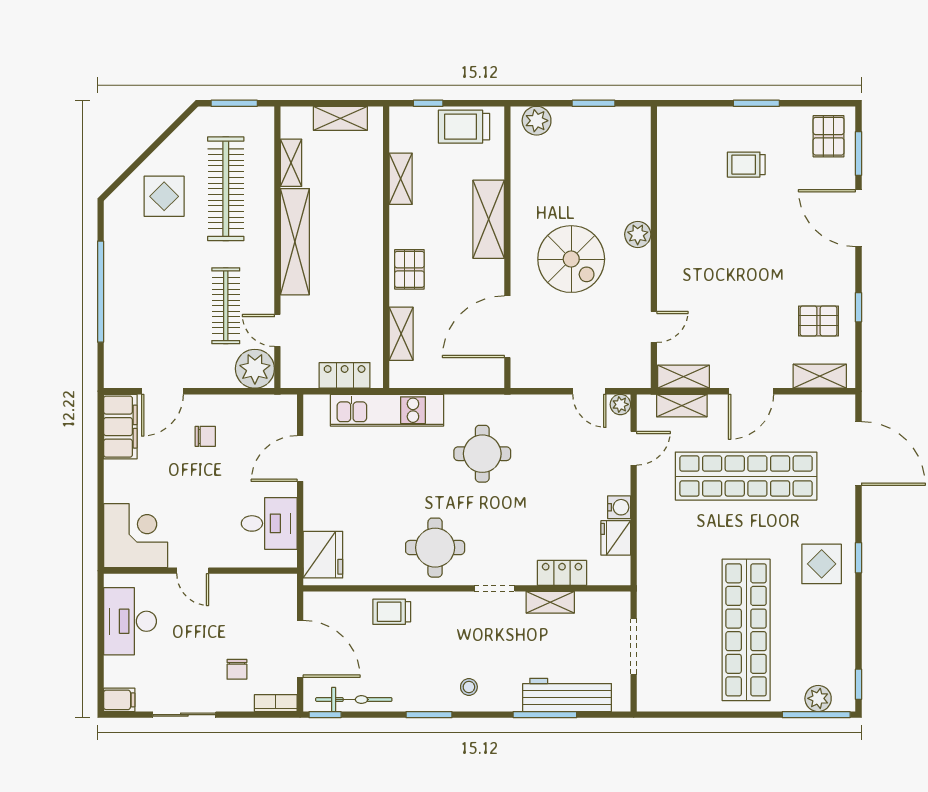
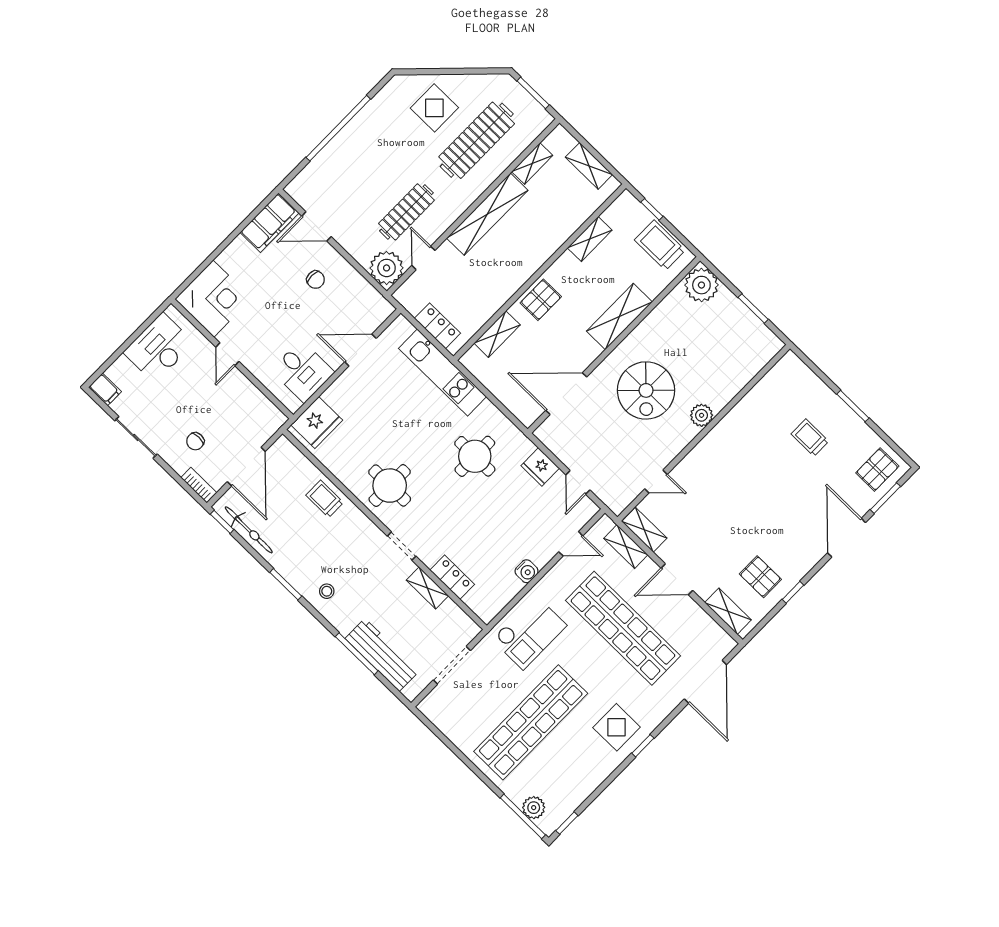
plant: (537, 121) -> (701, 285), width x1.36, depth x1.36
plant: (620, 404) -> (589, 509), removed
fridge: (616, 538) -> (540, 467), moved, turned -90
checkout: (671, 556) -> (529, 632), added

